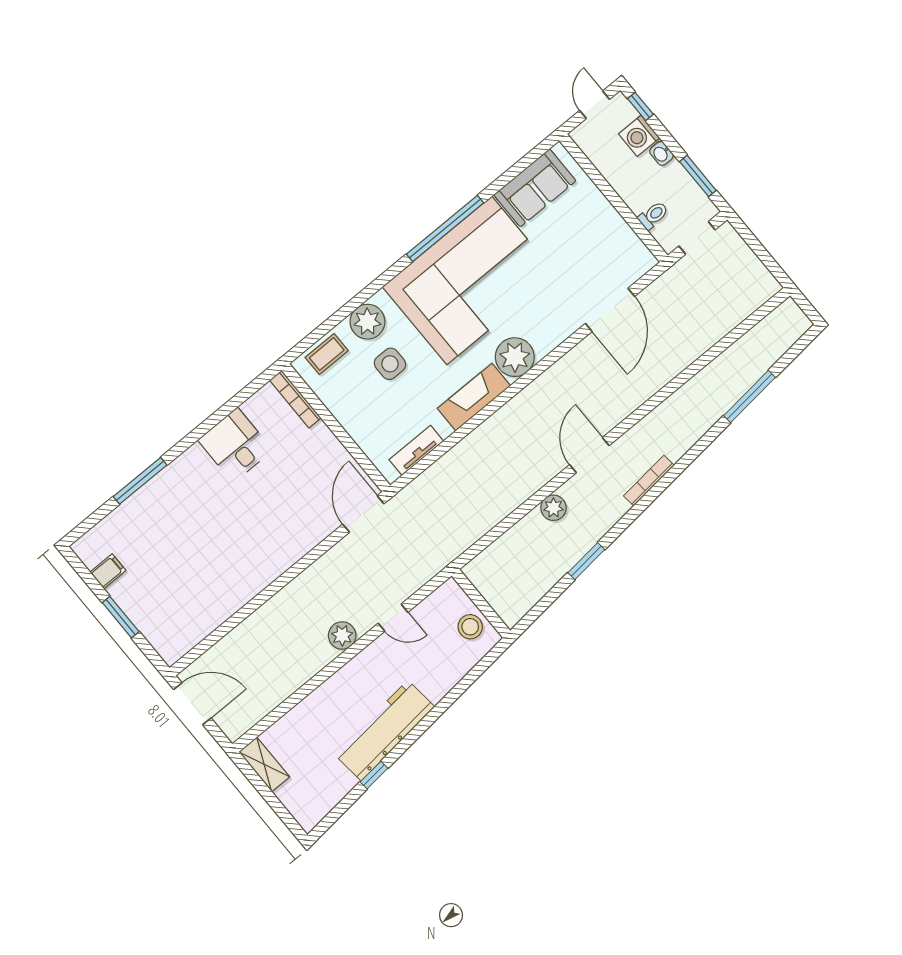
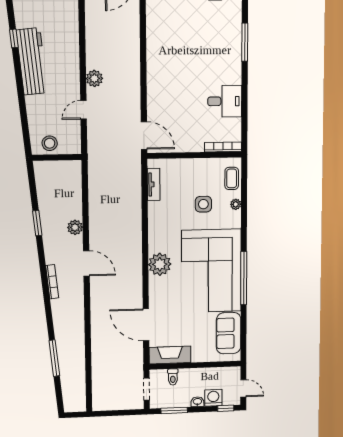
plant: (367, 322) -> (236, 204), width x0.53, depth x0.53
fireplace: (474, 397) -> (170, 355), moved, turned -90

